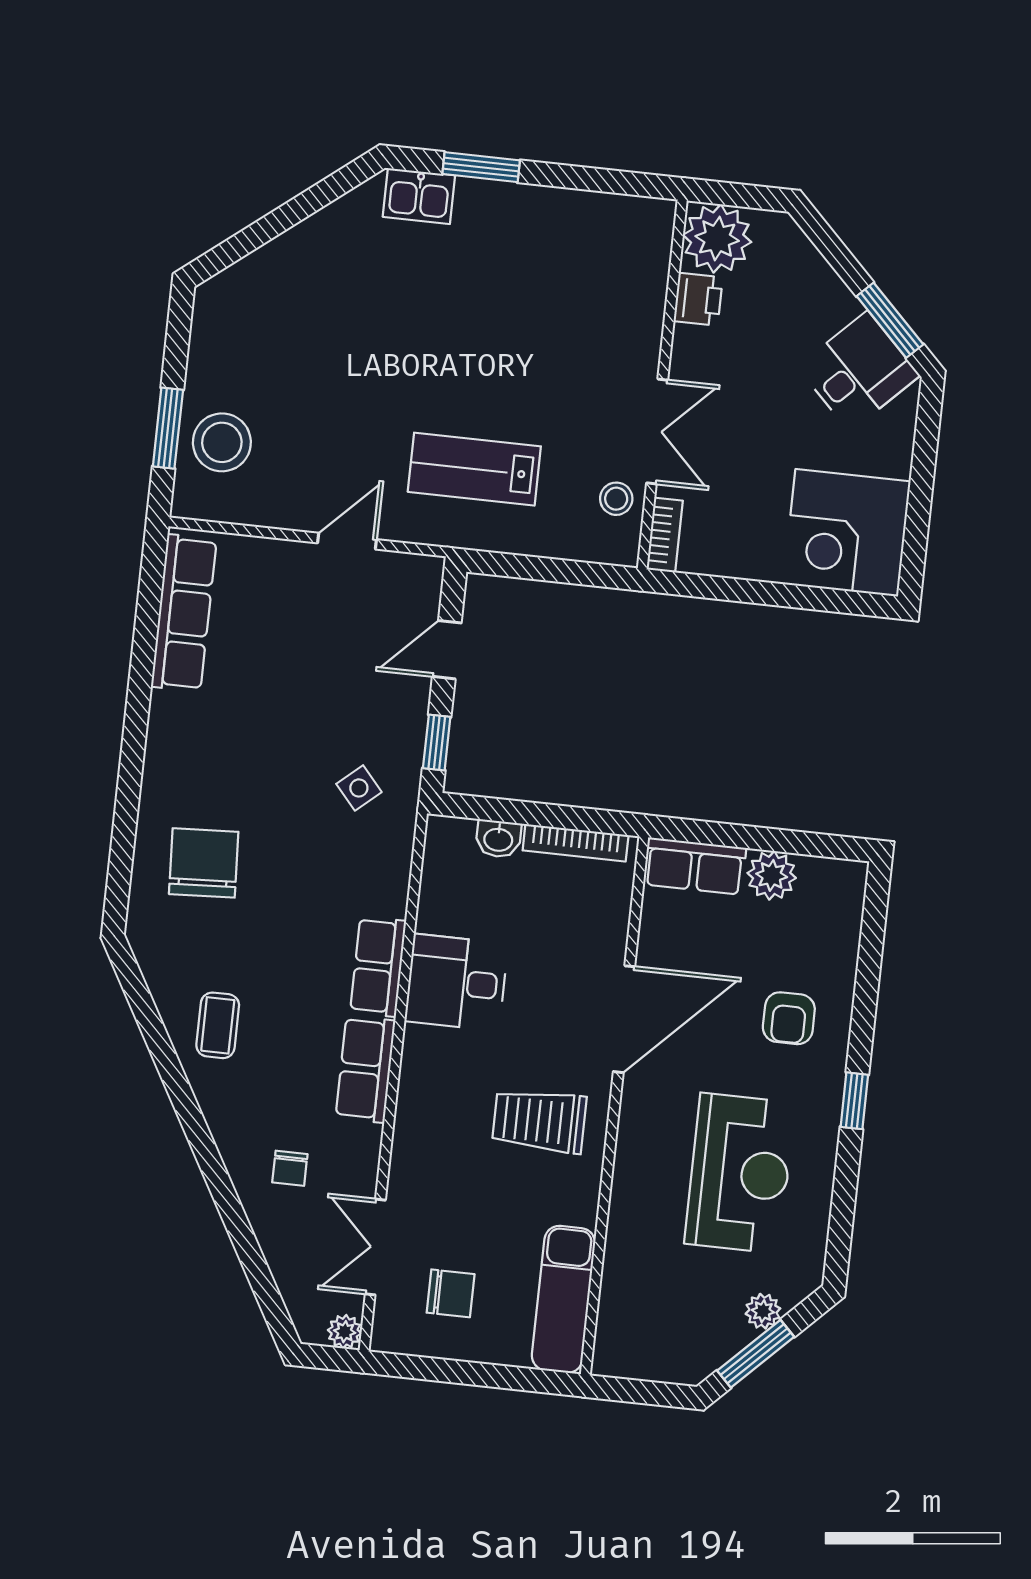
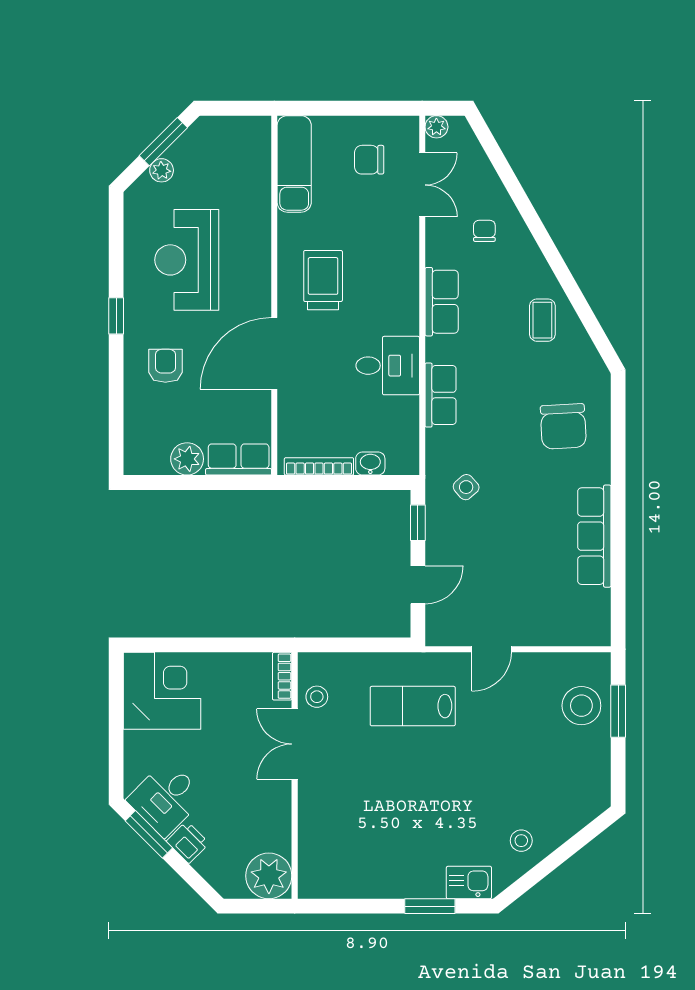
stool: (334, 250) -> (521, 841), added
printer: (698, 299) -> (188, 842), moved, turned 135
lab bench: (474, 469) -> (413, 706), turned 180
row of seats: (184, 613) -> (594, 536), moved
row of seats: (378, 966) -> (441, 395), moved
trolley: (539, 1121) -> (323, 280), turned -90

